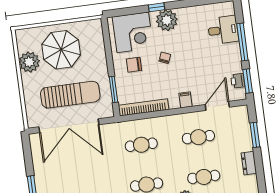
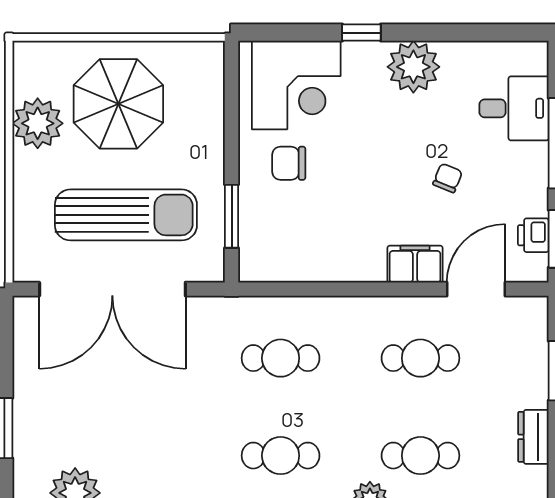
plant: (167, 20) -> (413, 67), moved
chair: (165, 58) -> (448, 178), moved
filing cabinet: (185, 100) -> (415, 264), width x2.00
bookcase: (144, 107) -> (298, 269), removed

